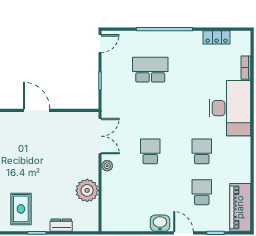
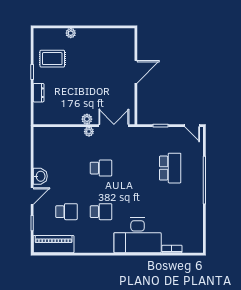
locker: (217, 37) -> (198, 224), removed
double door: (100, 136) -> (114, 126), swing flipped
plant: (87, 190) -> (87, 119), moved, width x0.53, depth x0.53

